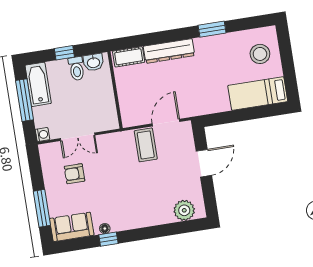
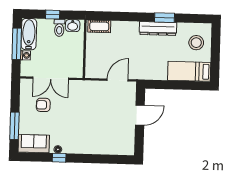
dresser: (169, 51) -> (158, 29), moved
washing machine: (42, 135) -> (26, 55), moved
double door: (78, 137) -> (51, 78), width x1.37
coffee table: (146, 145) -> (100, 94), removed
plant: (184, 210) -> (119, 147), removed

